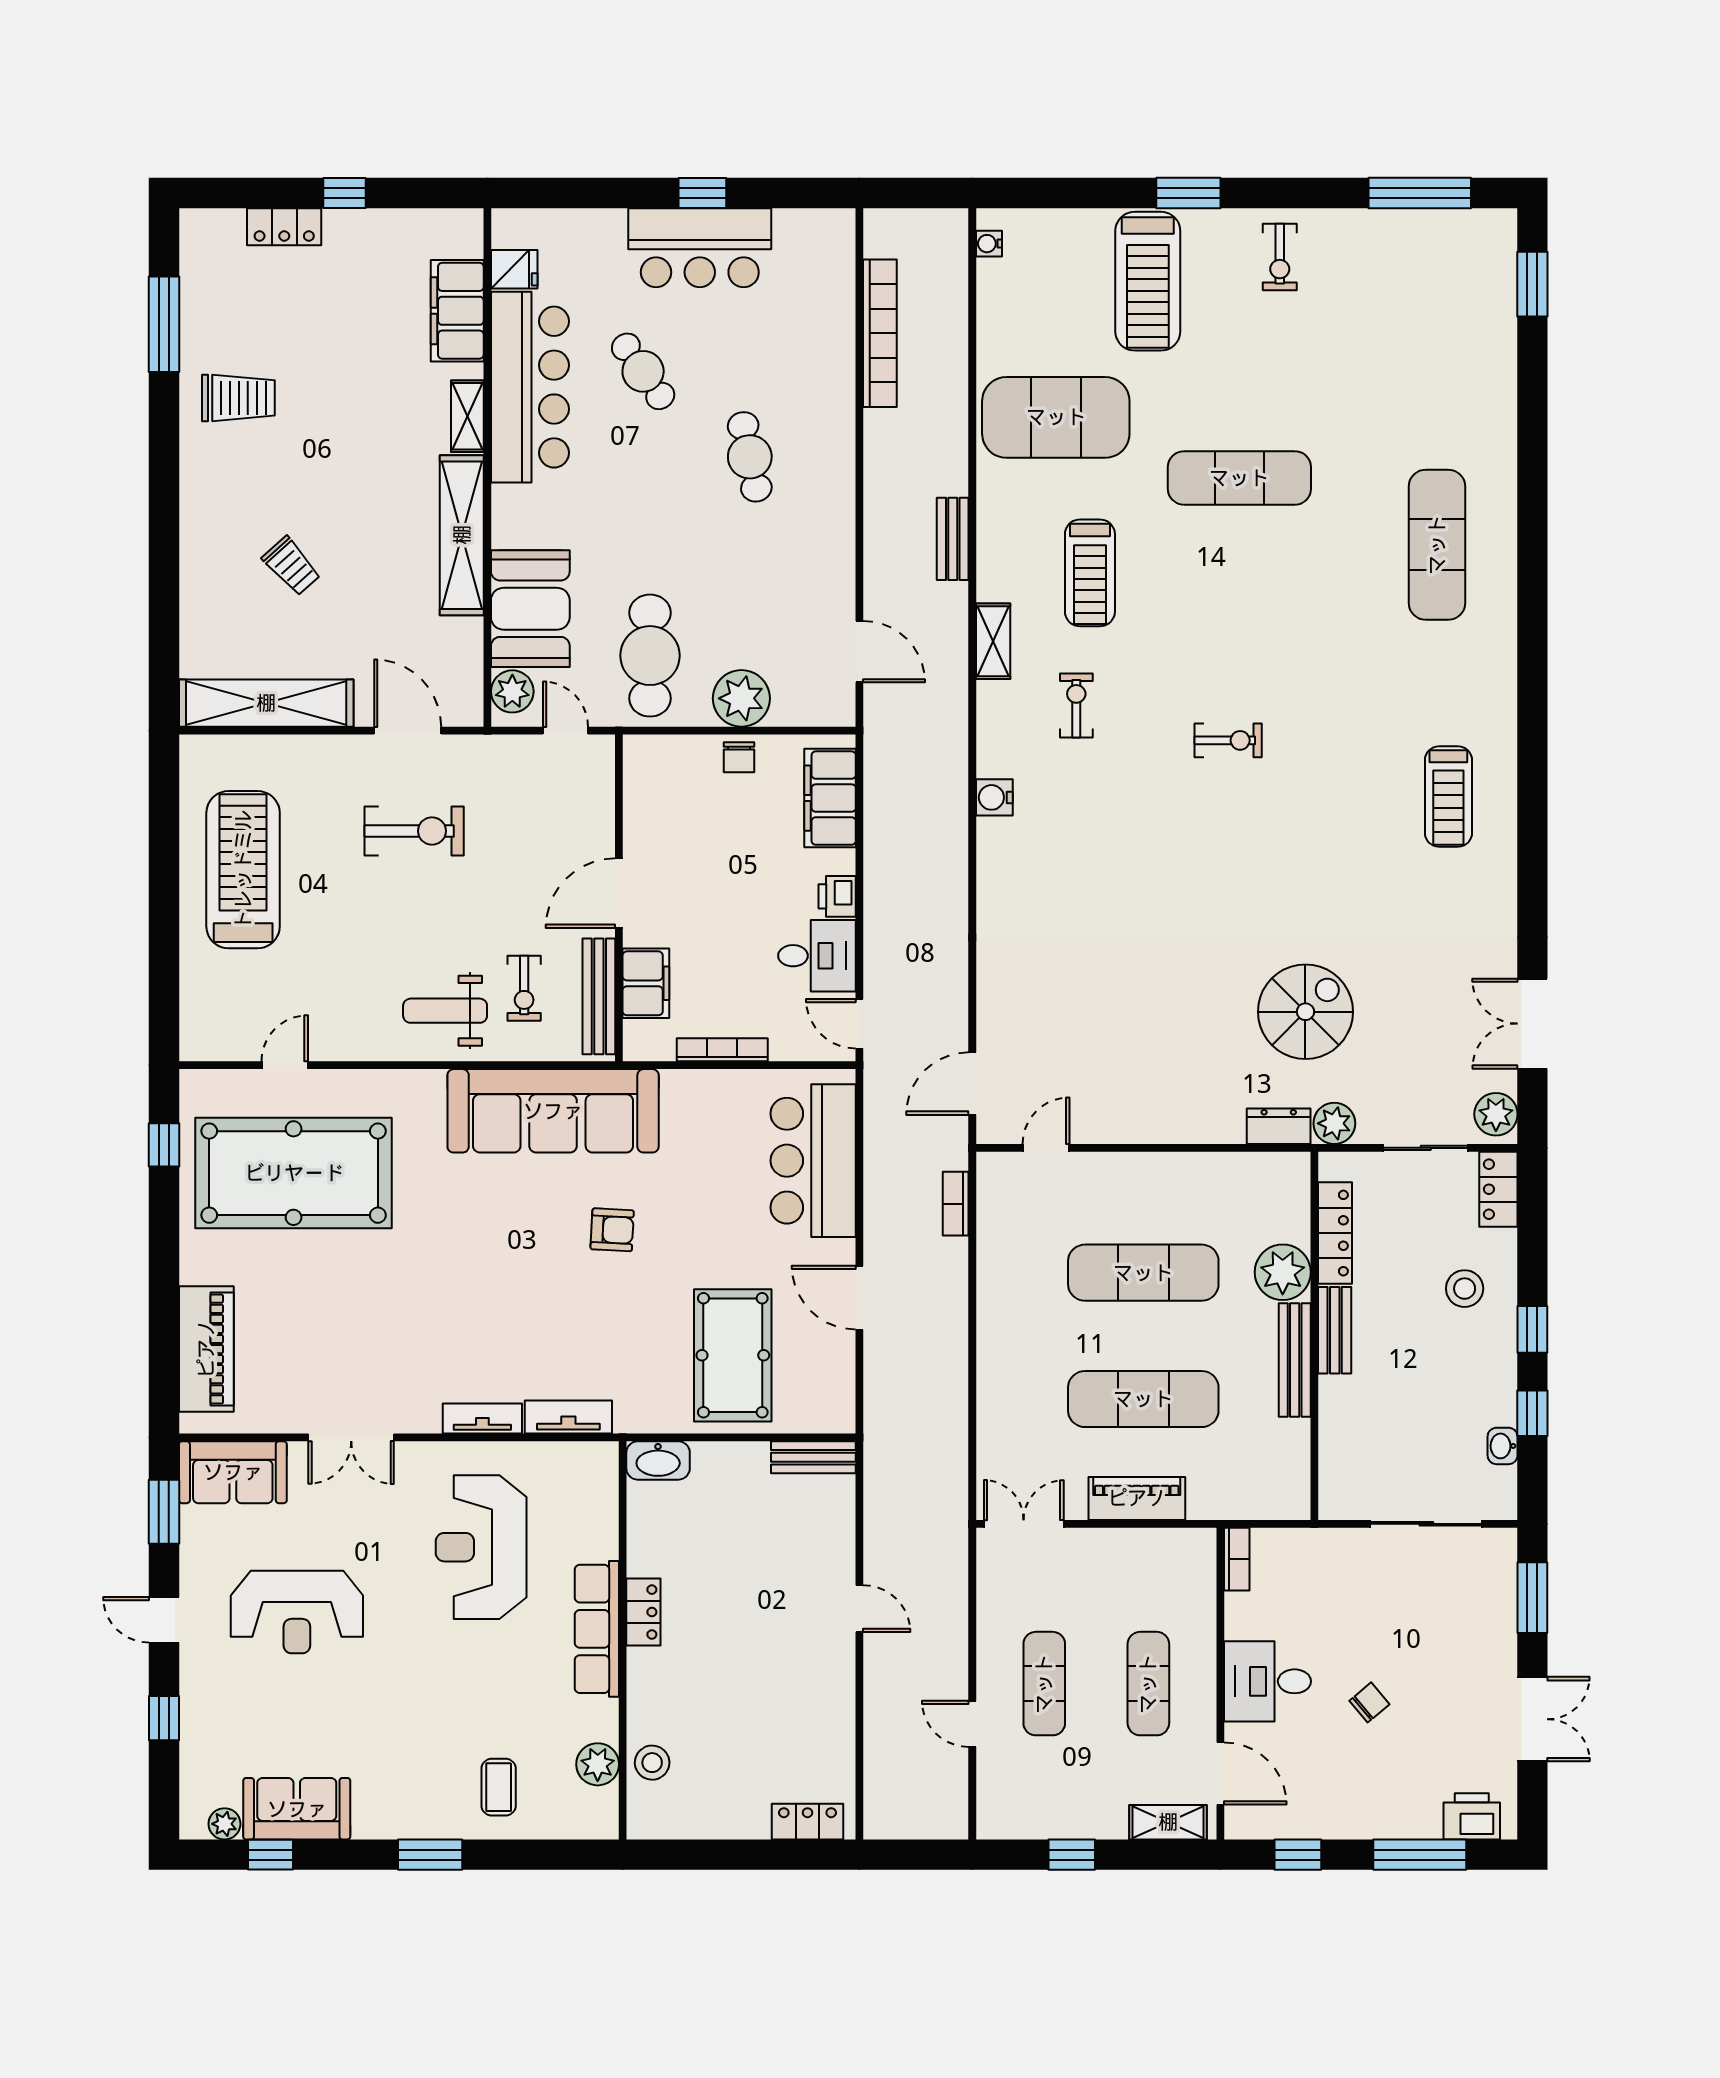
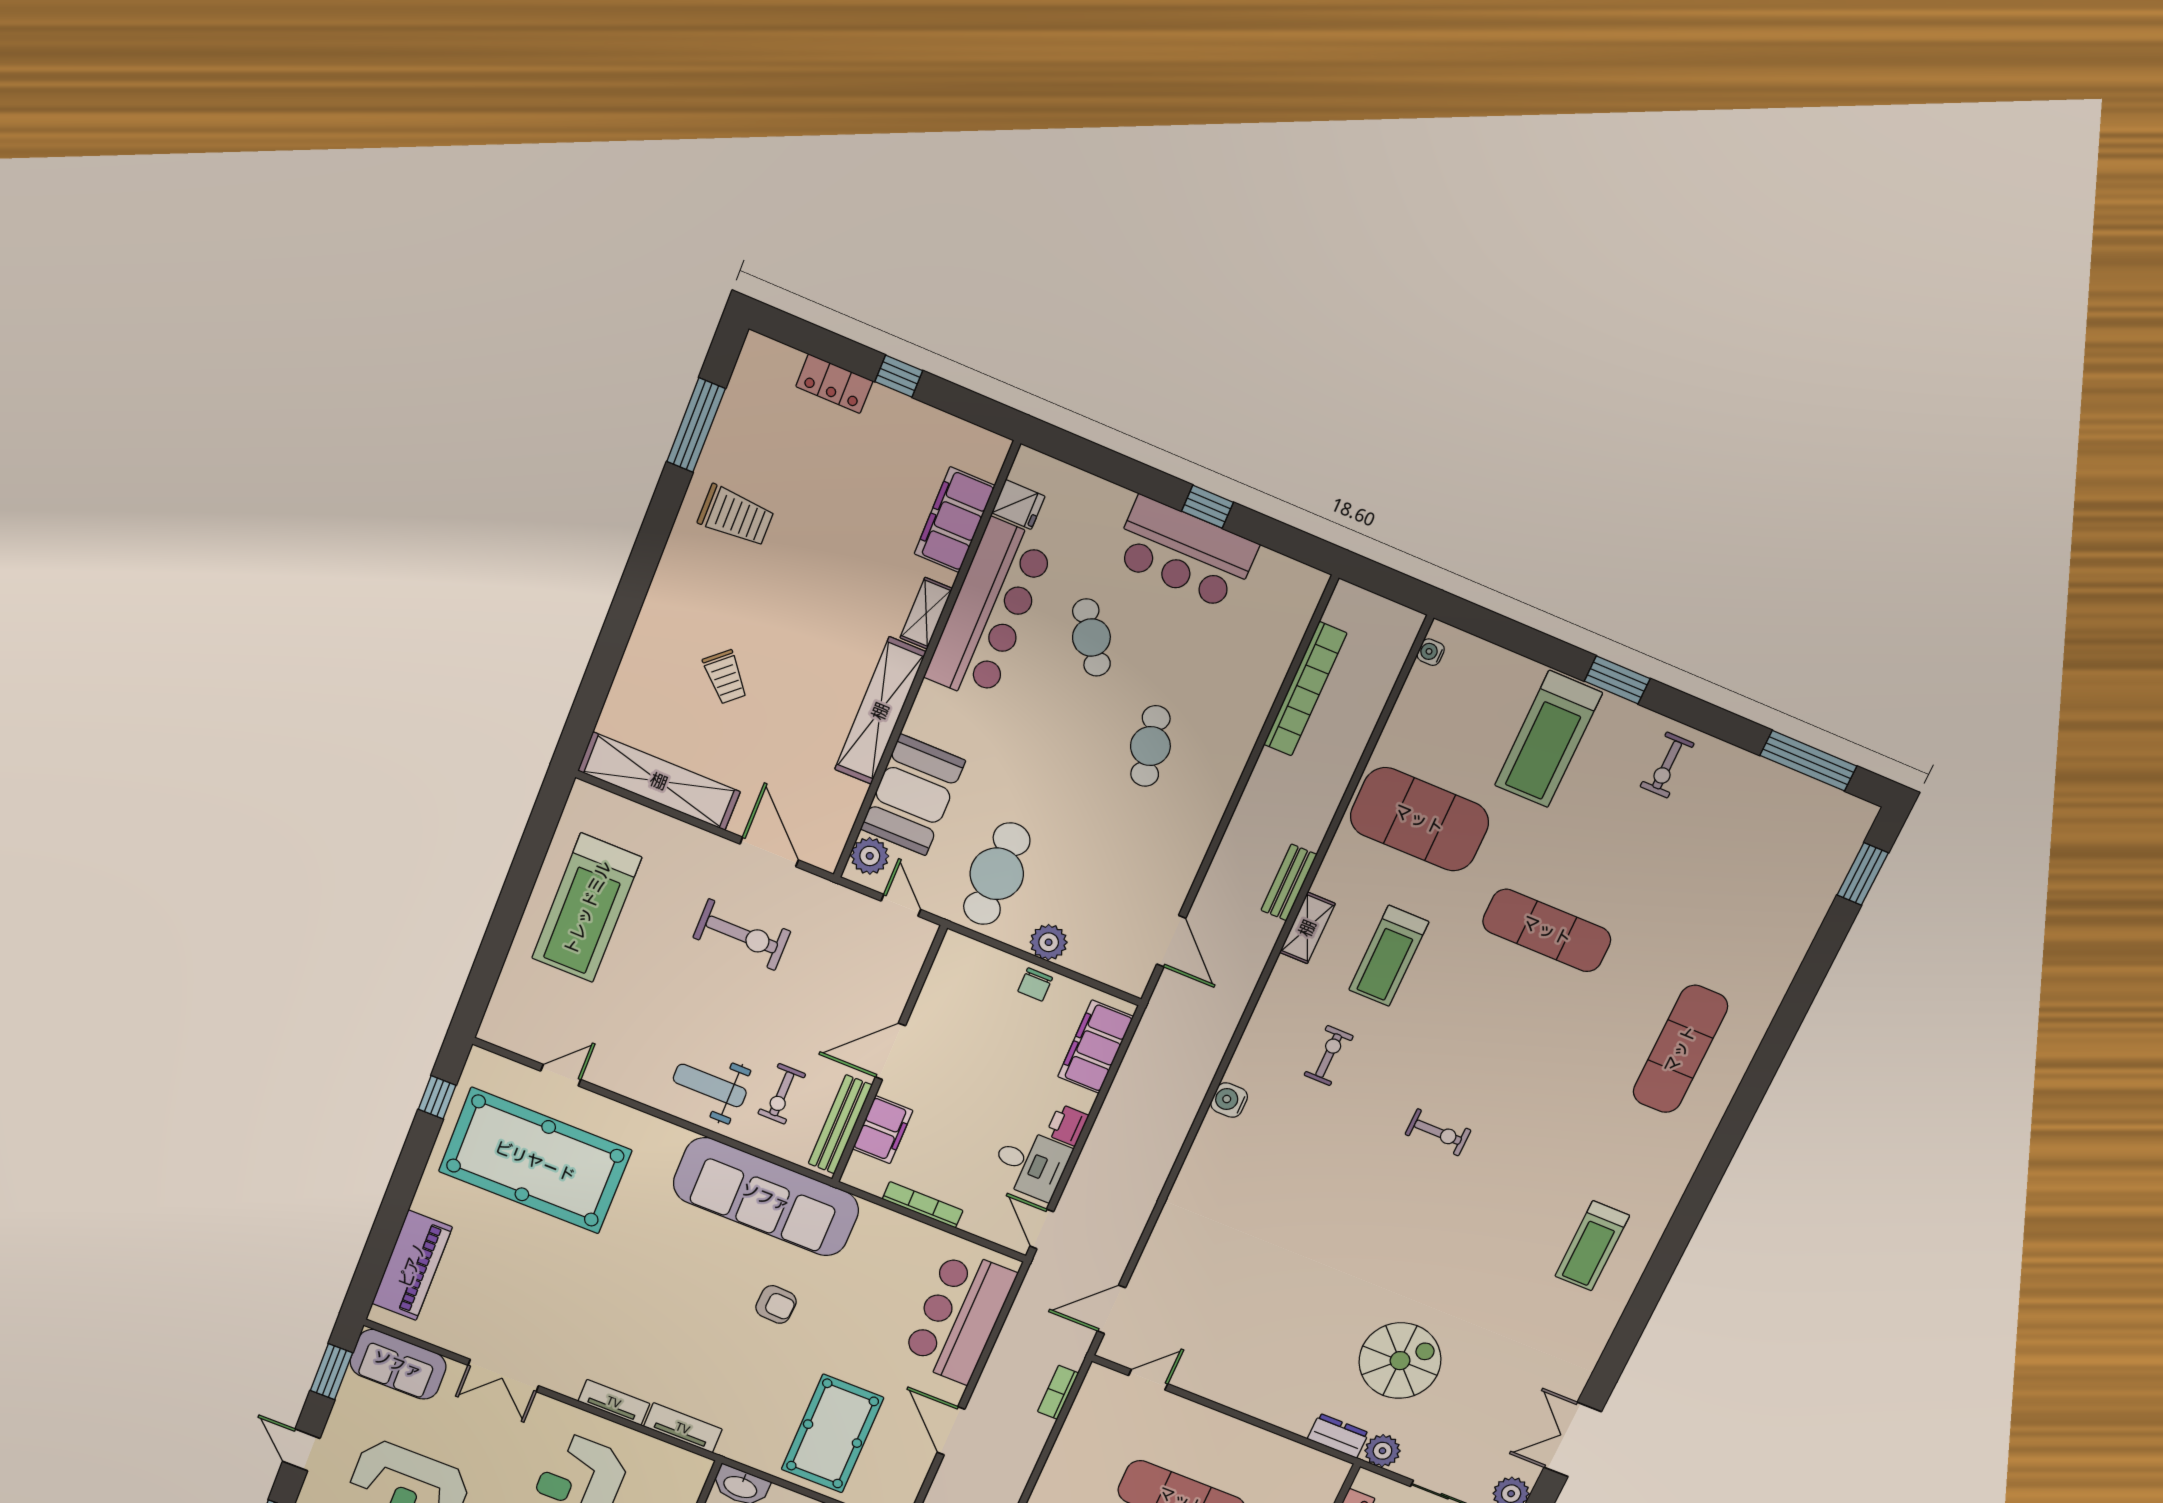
shelving: (993, 641) -> (1307, 928), moved
plant: (741, 698) -> (1049, 942), width x0.73, depth x0.73
treadmill: (243, 870) -> (587, 908), turned 180

